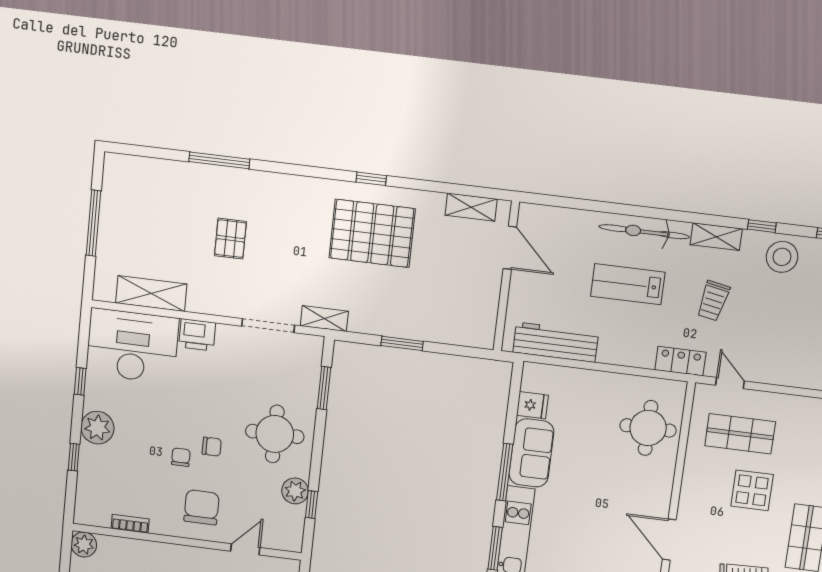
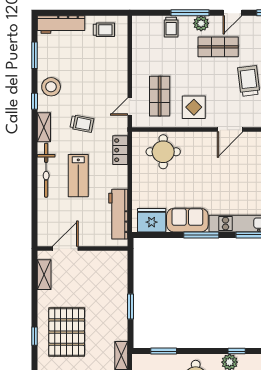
locker: (680, 361) -> (120, 150), moved
fridge: (532, 405) -> (152, 220), width x1.88, depth x1.34
display table: (752, 490) -> (194, 107), moved

